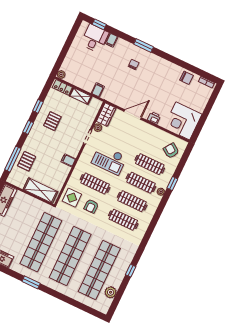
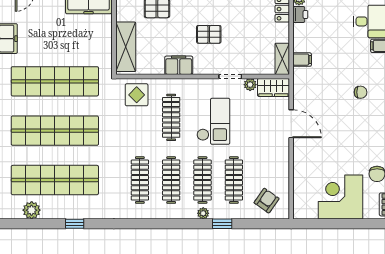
shelving: (81, 96) -> (282, 59), moved
printer: (154, 118) -> (300, 14), moved
pallet: (52, 121) -> (209, 34), moved
corner desk: (183, 121) -> (341, 197), moved
filing cabinet: (68, 160) -> (179, 65), width x2.00
checkout: (109, 160) -> (213, 121), turned 180
armchair: (91, 206) -> (138, 127), removed

